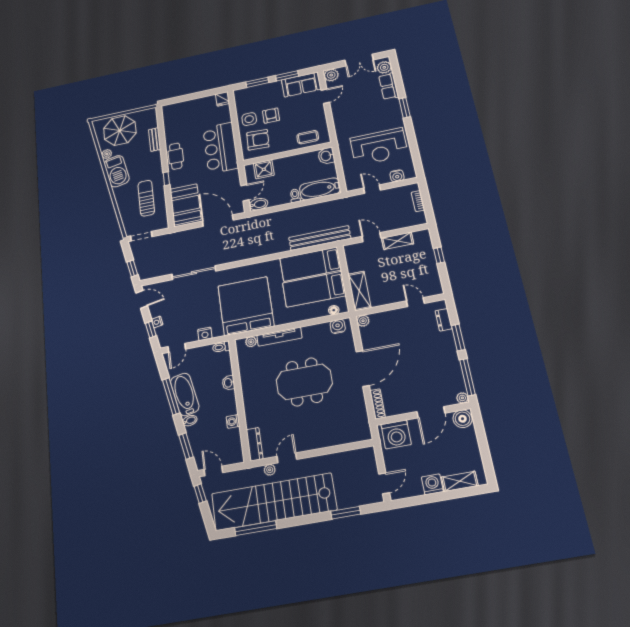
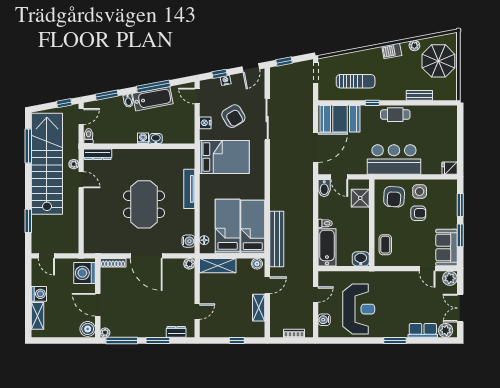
reception desk: (379, 147) -> (359, 309), turned 180
barbecue: (117, 171) -> (392, 51), width x0.53, depth x0.65
boiler: (350, 252) -> (257, 264), added
bed: (246, 306) -> (224, 157), width x0.73
armchair: (194, 307) -> (233, 116), added
plant: (251, 342) -> (190, 163), removed
toilet: (221, 347) -> (89, 136), moved
washing machine: (233, 421) -> (143, 138), moved

